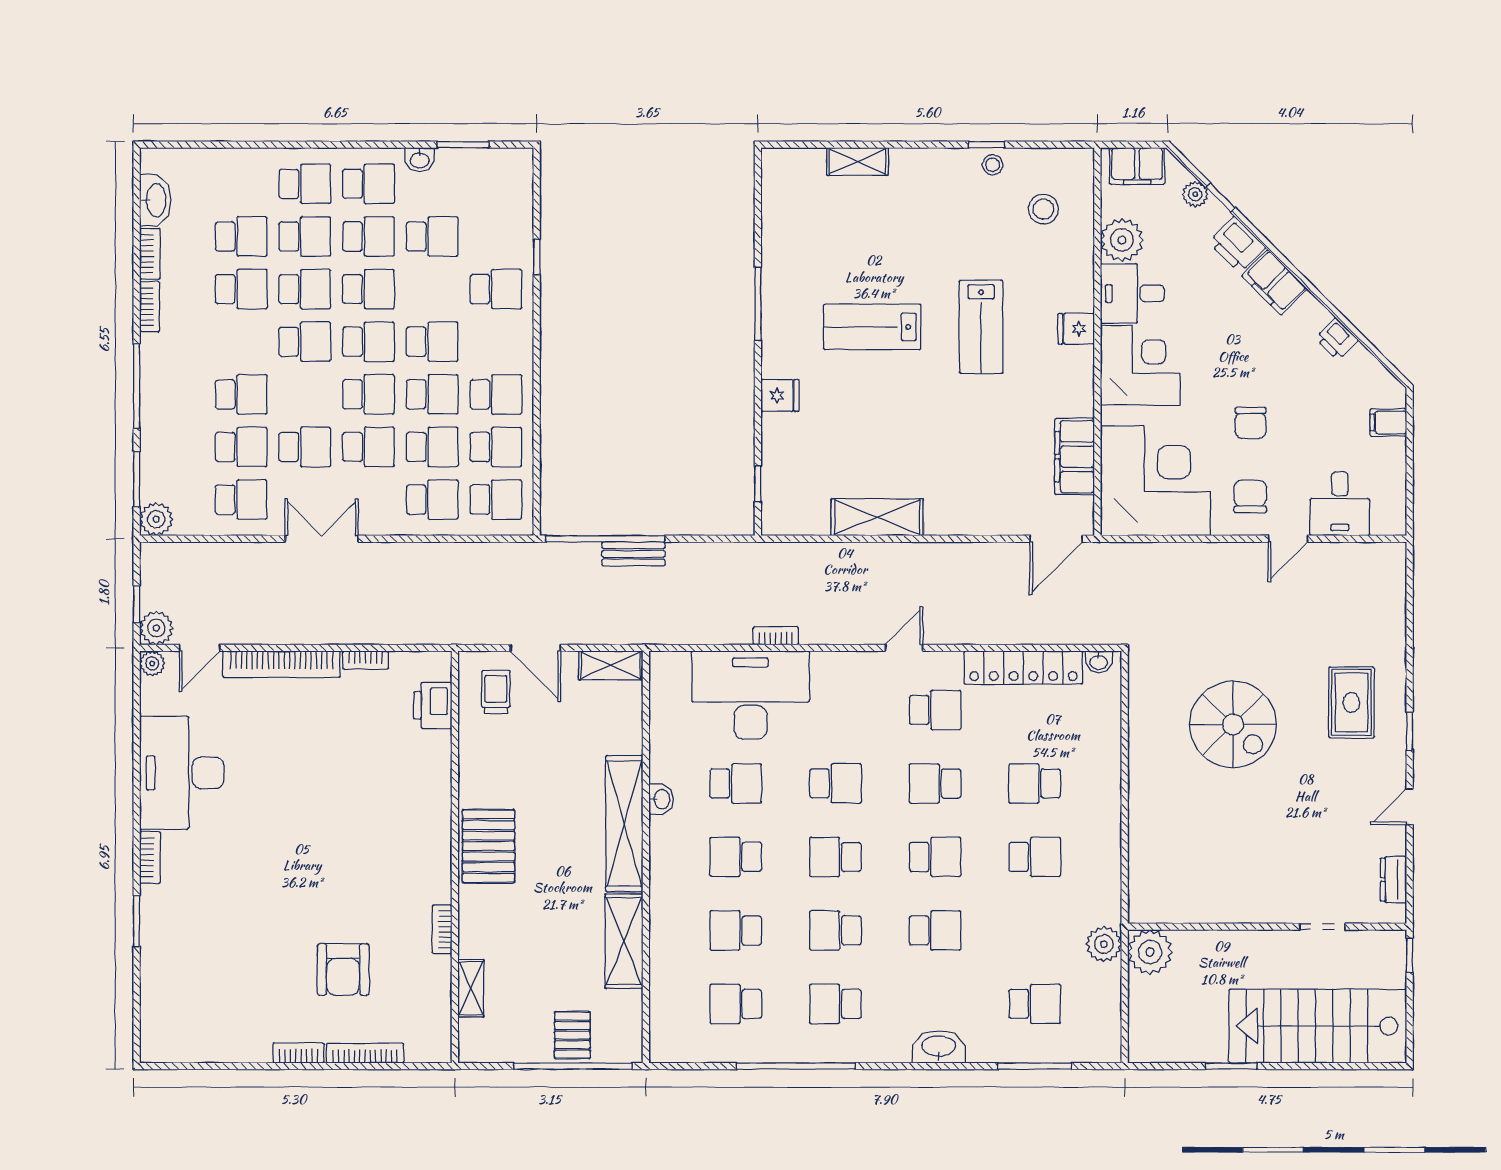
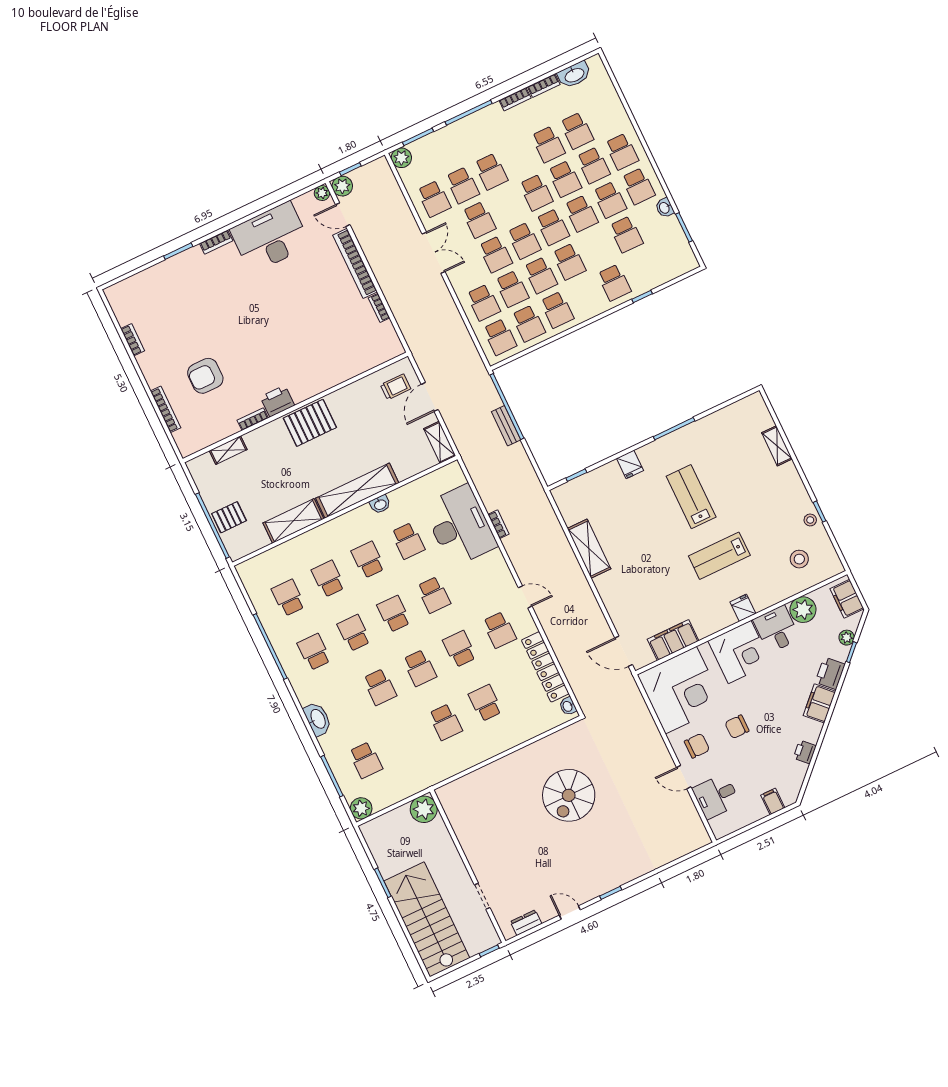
rug: (1351, 702) -> (611, 854), removed
printer: (433, 705) -> (277, 401), moved
plant: (1104, 944) -> (361, 808), moved
bookcase: (299, 1053) -> (133, 340), moved

